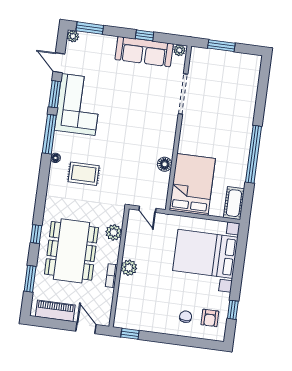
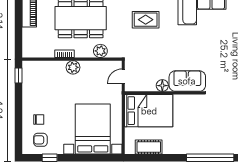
sofa: (163, 134) -> (187, 81), added
window: (254, 154) -> (210, 158), moved
rug: (84, 174) -> (146, 20), turned 90
cot: (234, 203) -> (149, 147), moved
door: (86, 328) -> (19, 39), removed

